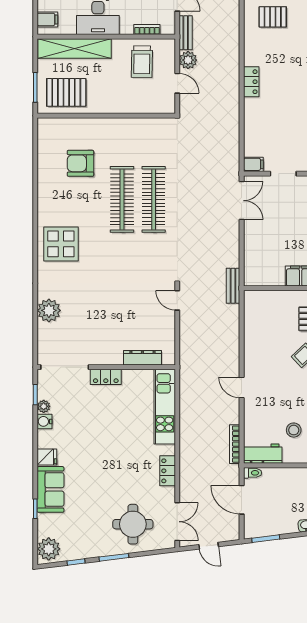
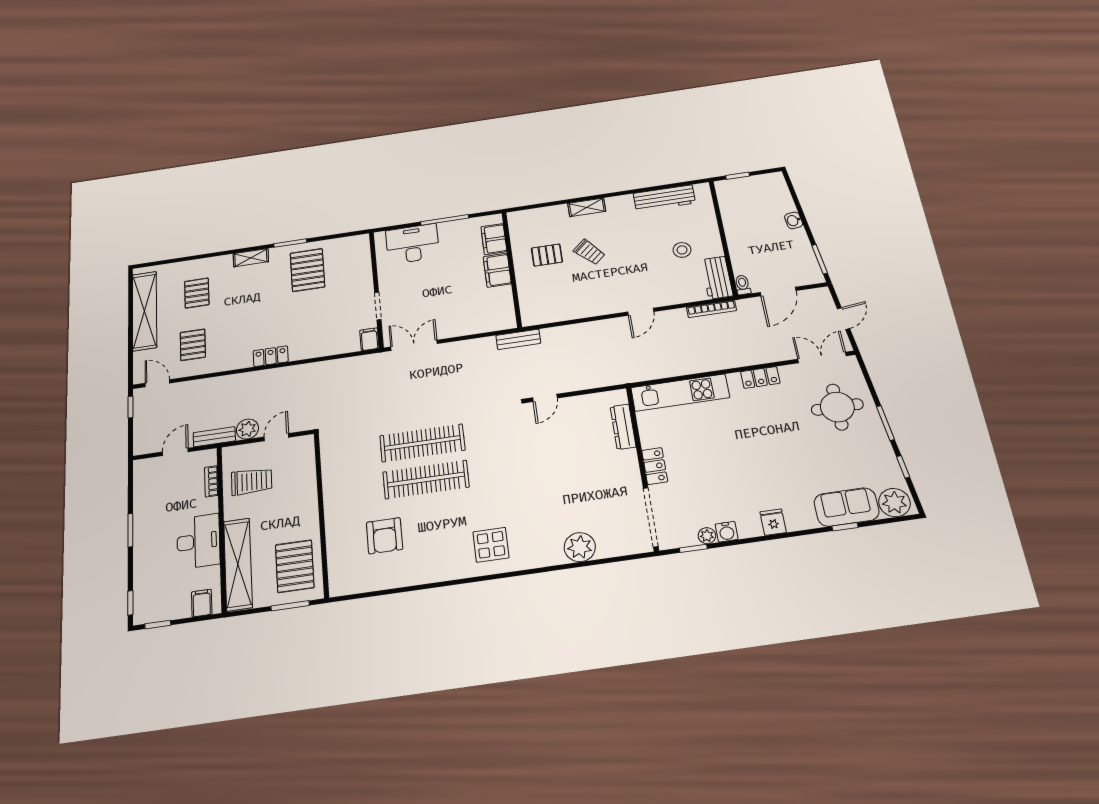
display table: (61, 244) -> (491, 545), width x0.73, depth x0.73
sofa: (51, 489) -> (846, 507), moved

